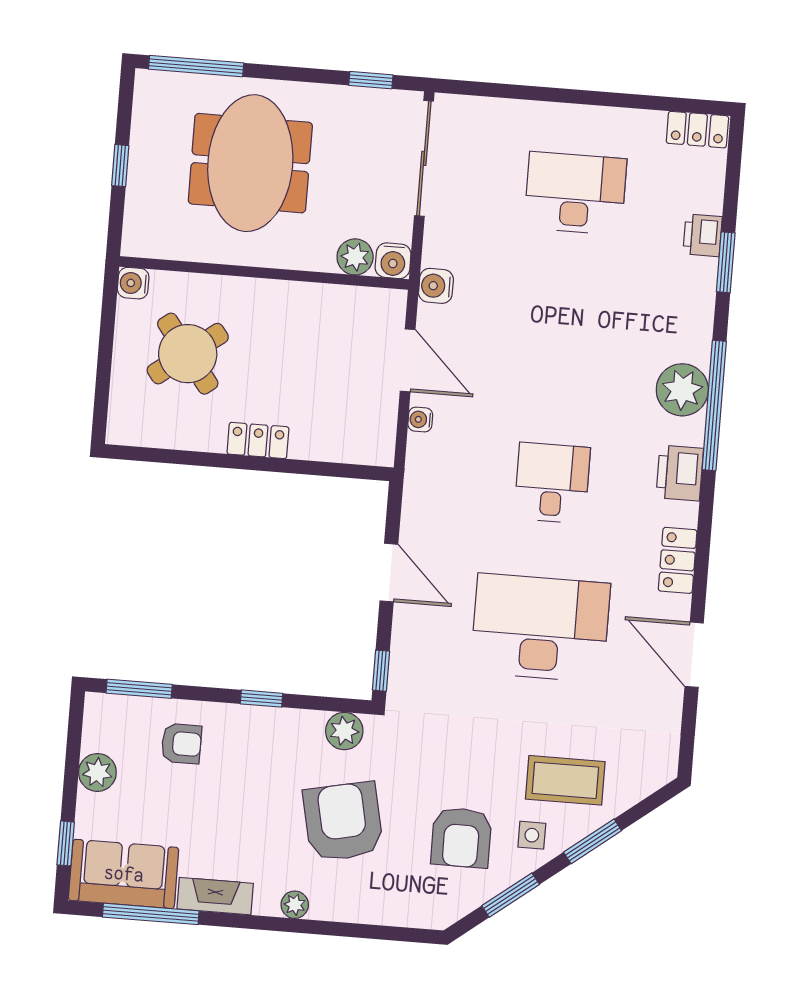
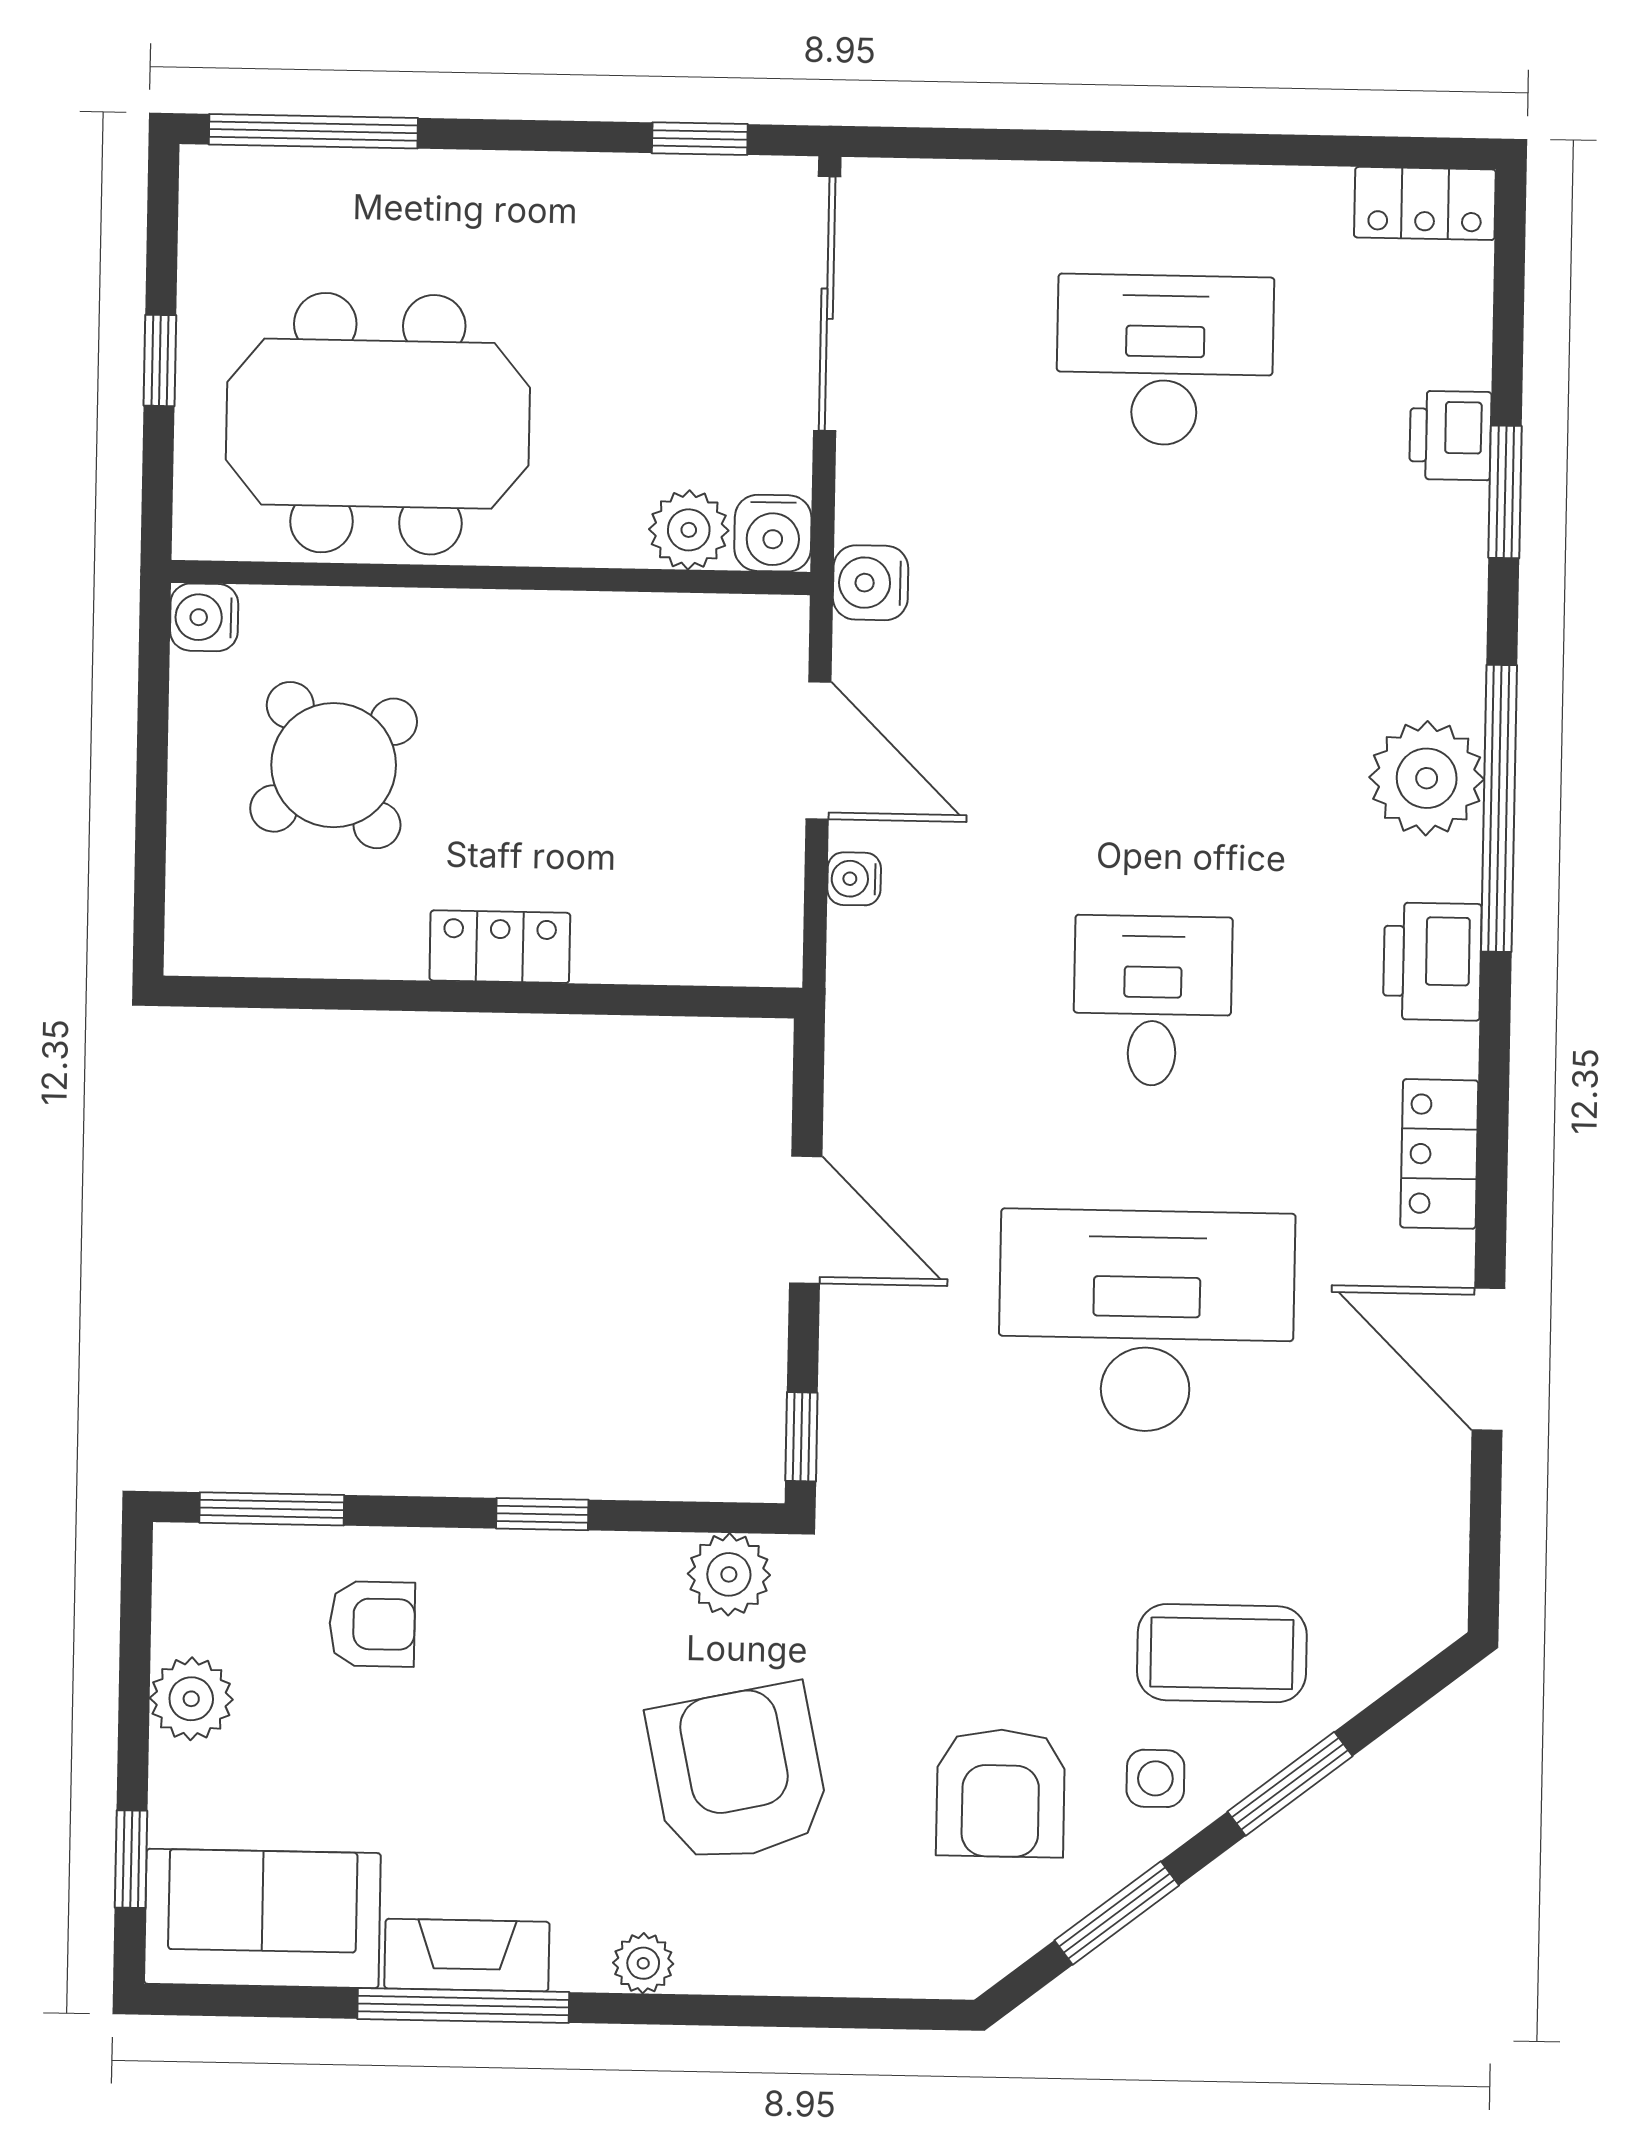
meeting table: (250, 163) -> (378, 424), moved, turned 90
window: (151, 914) -> (463, 2005), moved

